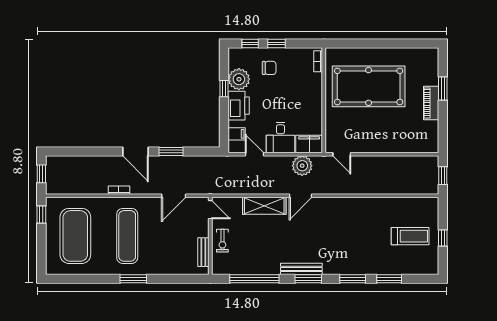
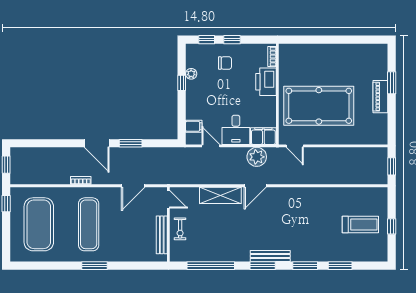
plant: (239, 79) -> (191, 74), width x0.53, depth x0.53
pool table: (369, 86) -> (319, 106), moved
printer: (239, 106) -> (266, 82), moved, turned 180
bench: (203, 252) -> (162, 235), width x1.36
bench: (301, 269) -> (270, 256), moved

